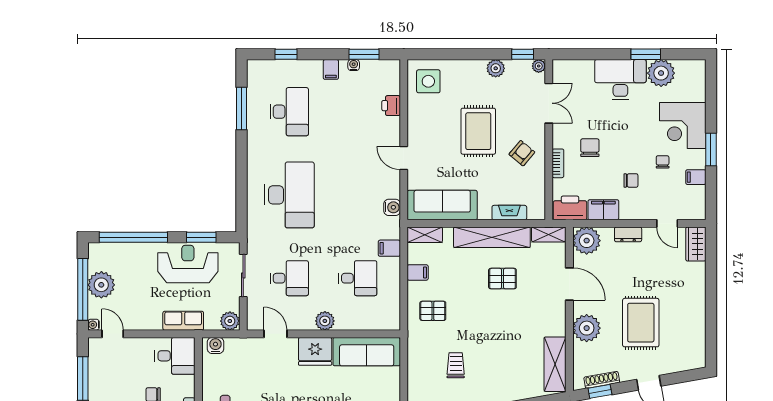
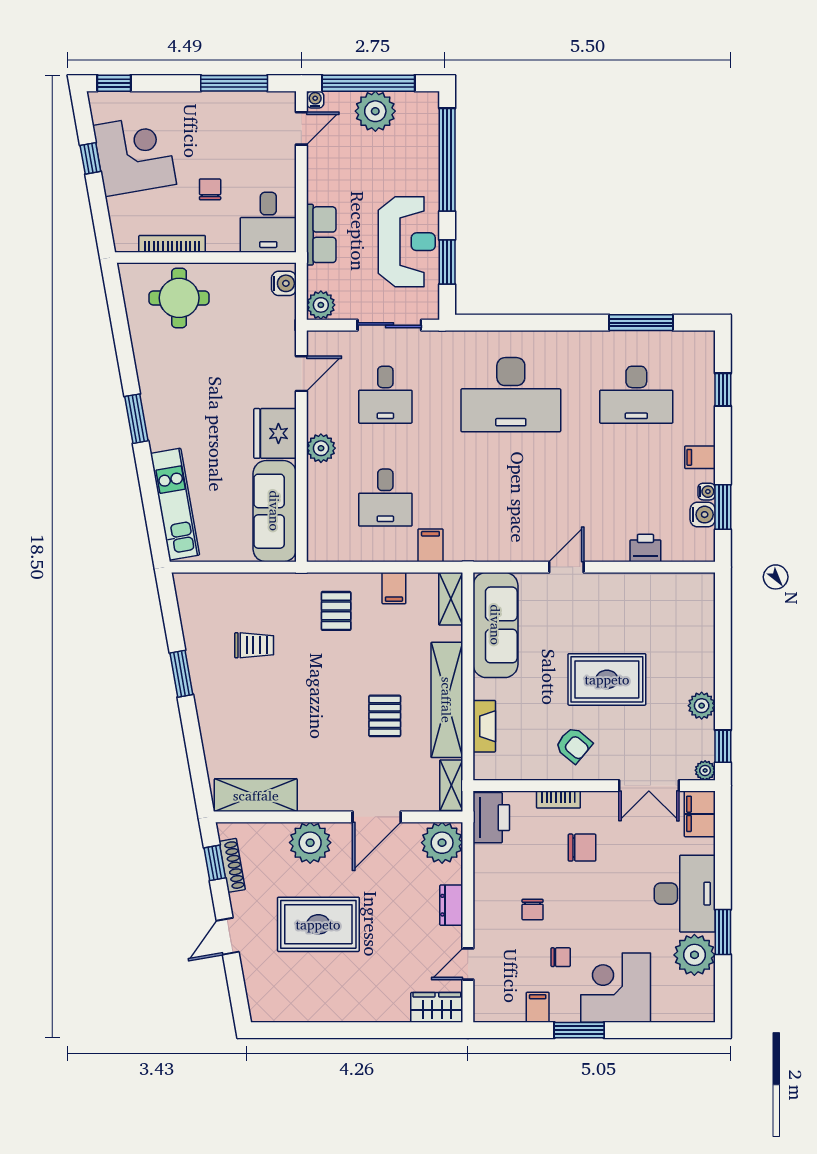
side table: (428, 81) -> (682, 604), removed
water cooler: (392, 207) -> (703, 515), moved, turned -90
filing cabinet: (603, 210) -> (700, 814), moved, turned 180

